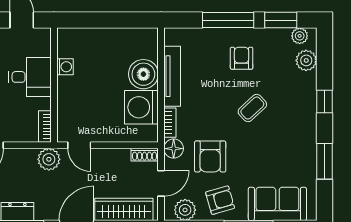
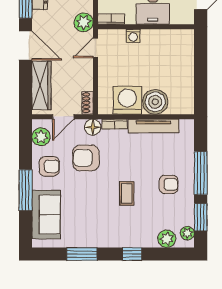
washing machine: (65, 67) -> (133, 36), moved
coffee table: (252, 108) -> (127, 193), turned 43
door: (161, 183) -> (63, 117), hinge flipped
armchair: (220, 200) -> (49, 166), turned -74

